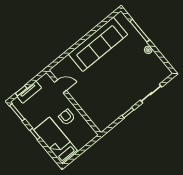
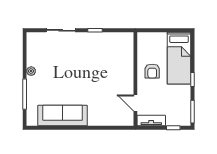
sofa: (98, 44) -> (63, 115), width x0.74, depth x0.79
tv unit: (29, 92) -> (151, 121), moved

